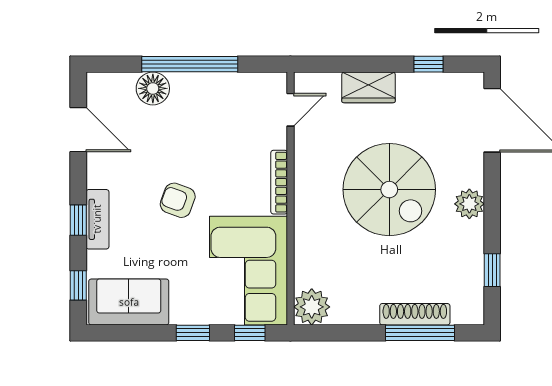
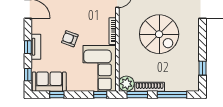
plant: (469, 204) -> (193, 40), removed
shoe rack: (415, 314) -> (150, 87), moved
window: (193, 333) -> (57, 95), moved
window: (338, 333) -> (137, 95), added

